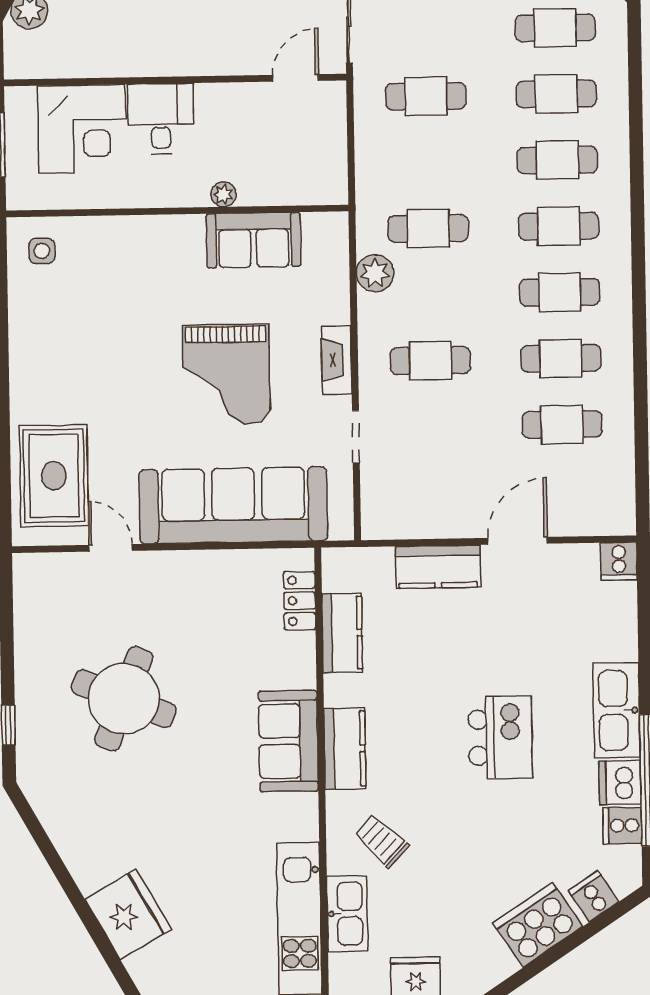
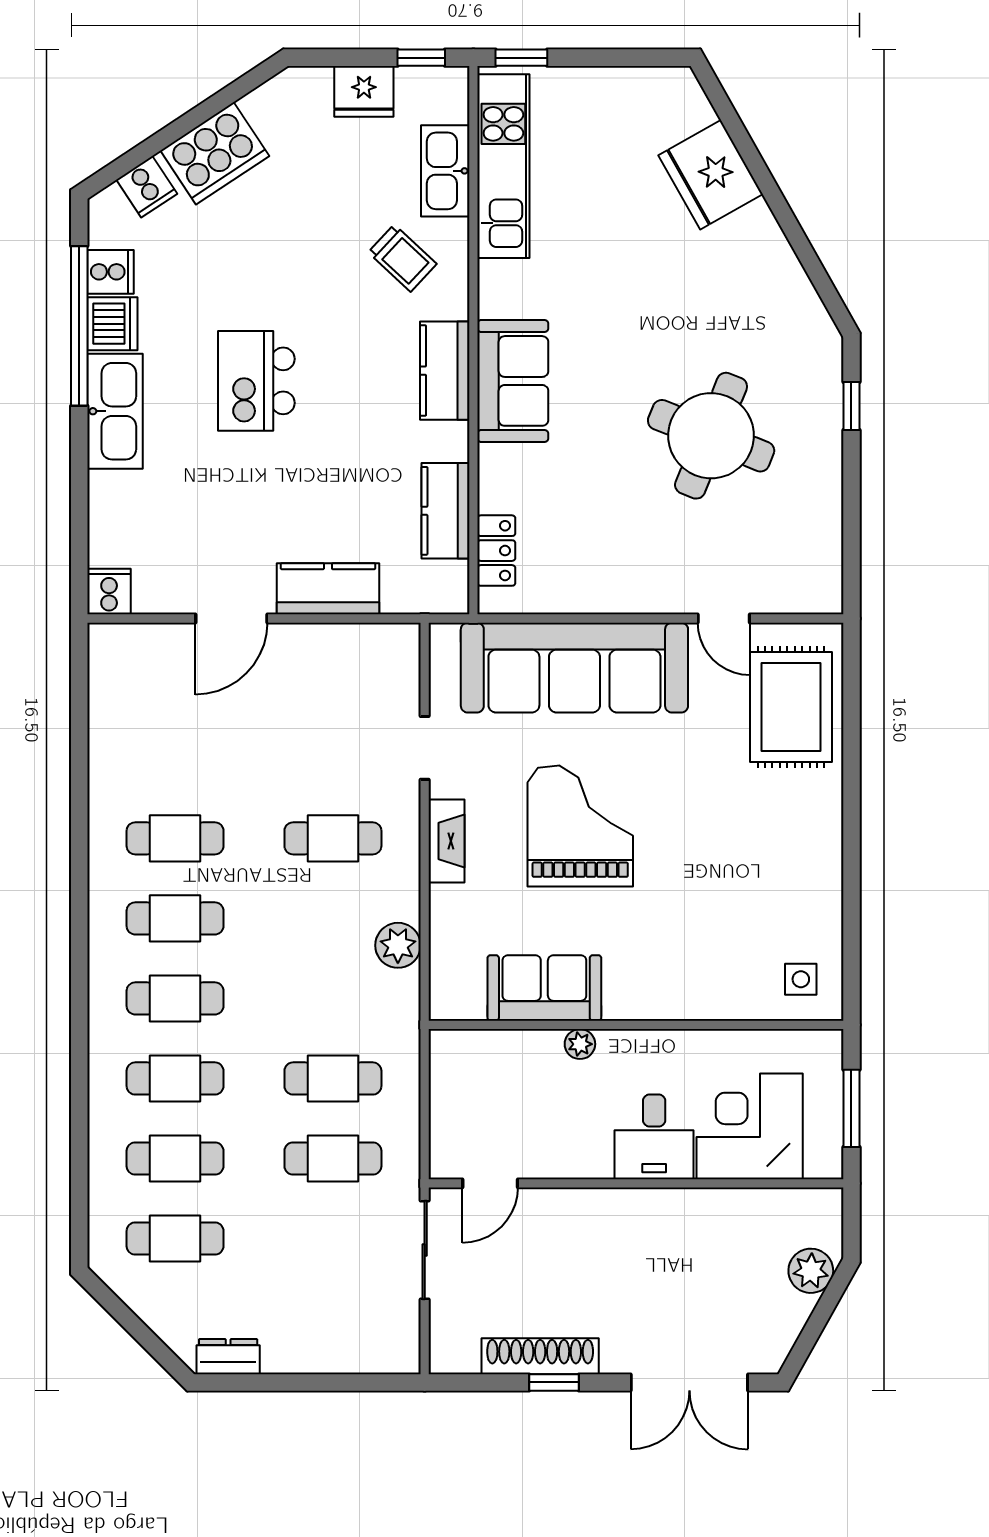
cafe table: (428, 228) -> (333, 1078), moved
cafe table: (562, 424) -> (175, 758), removed

